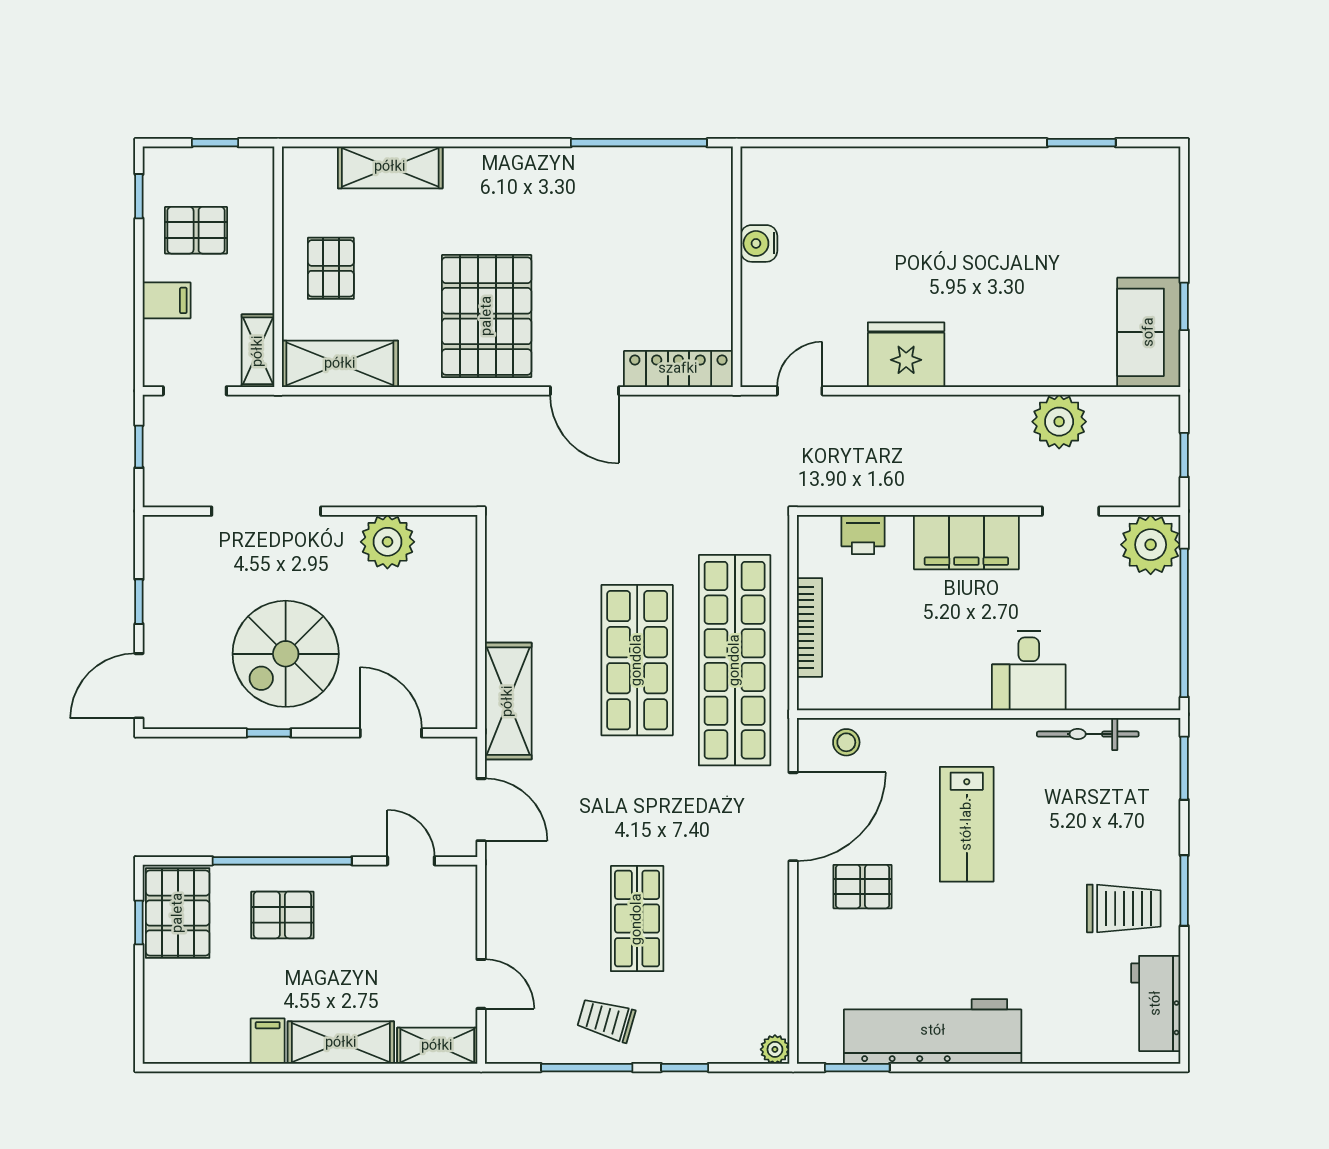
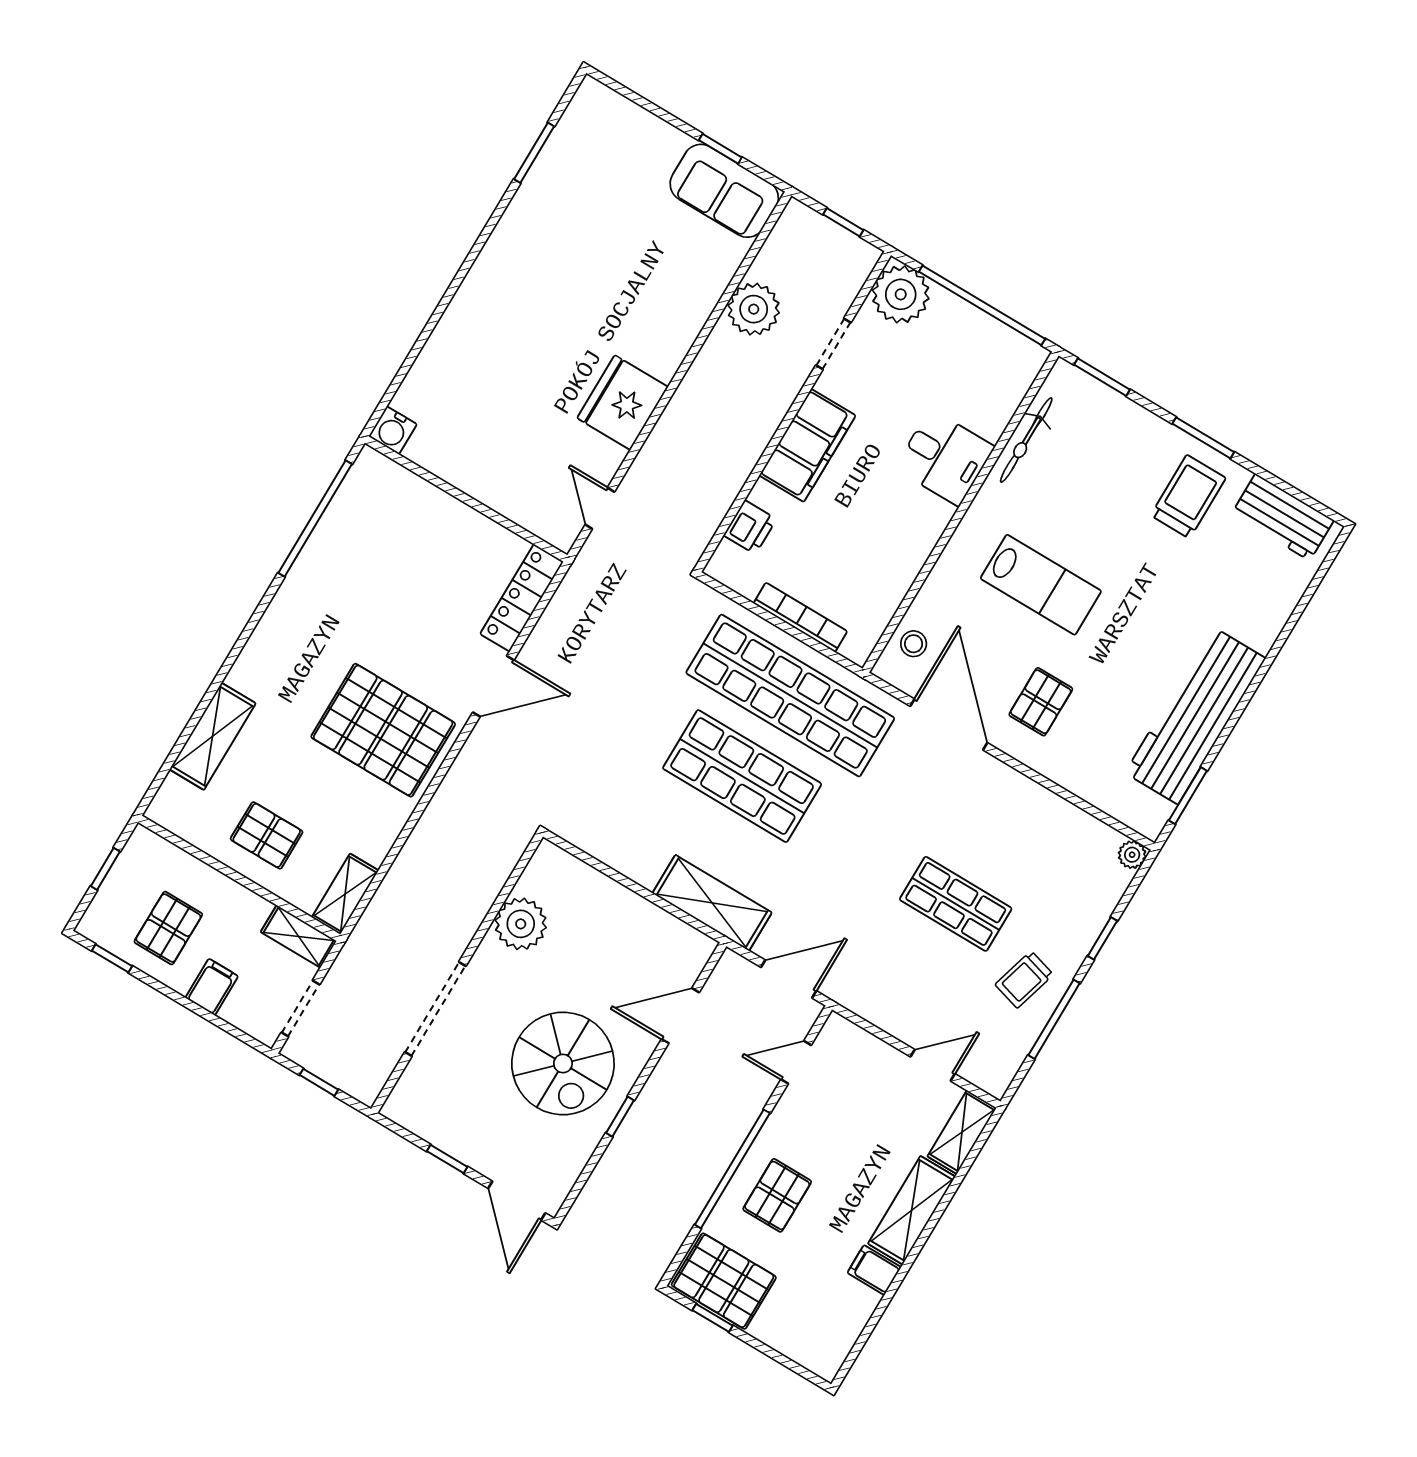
water cooler: (759, 243) -> (393, 430), moved
shelving: (340, 364) -> (345, 894), width x0.67, depth x0.75

